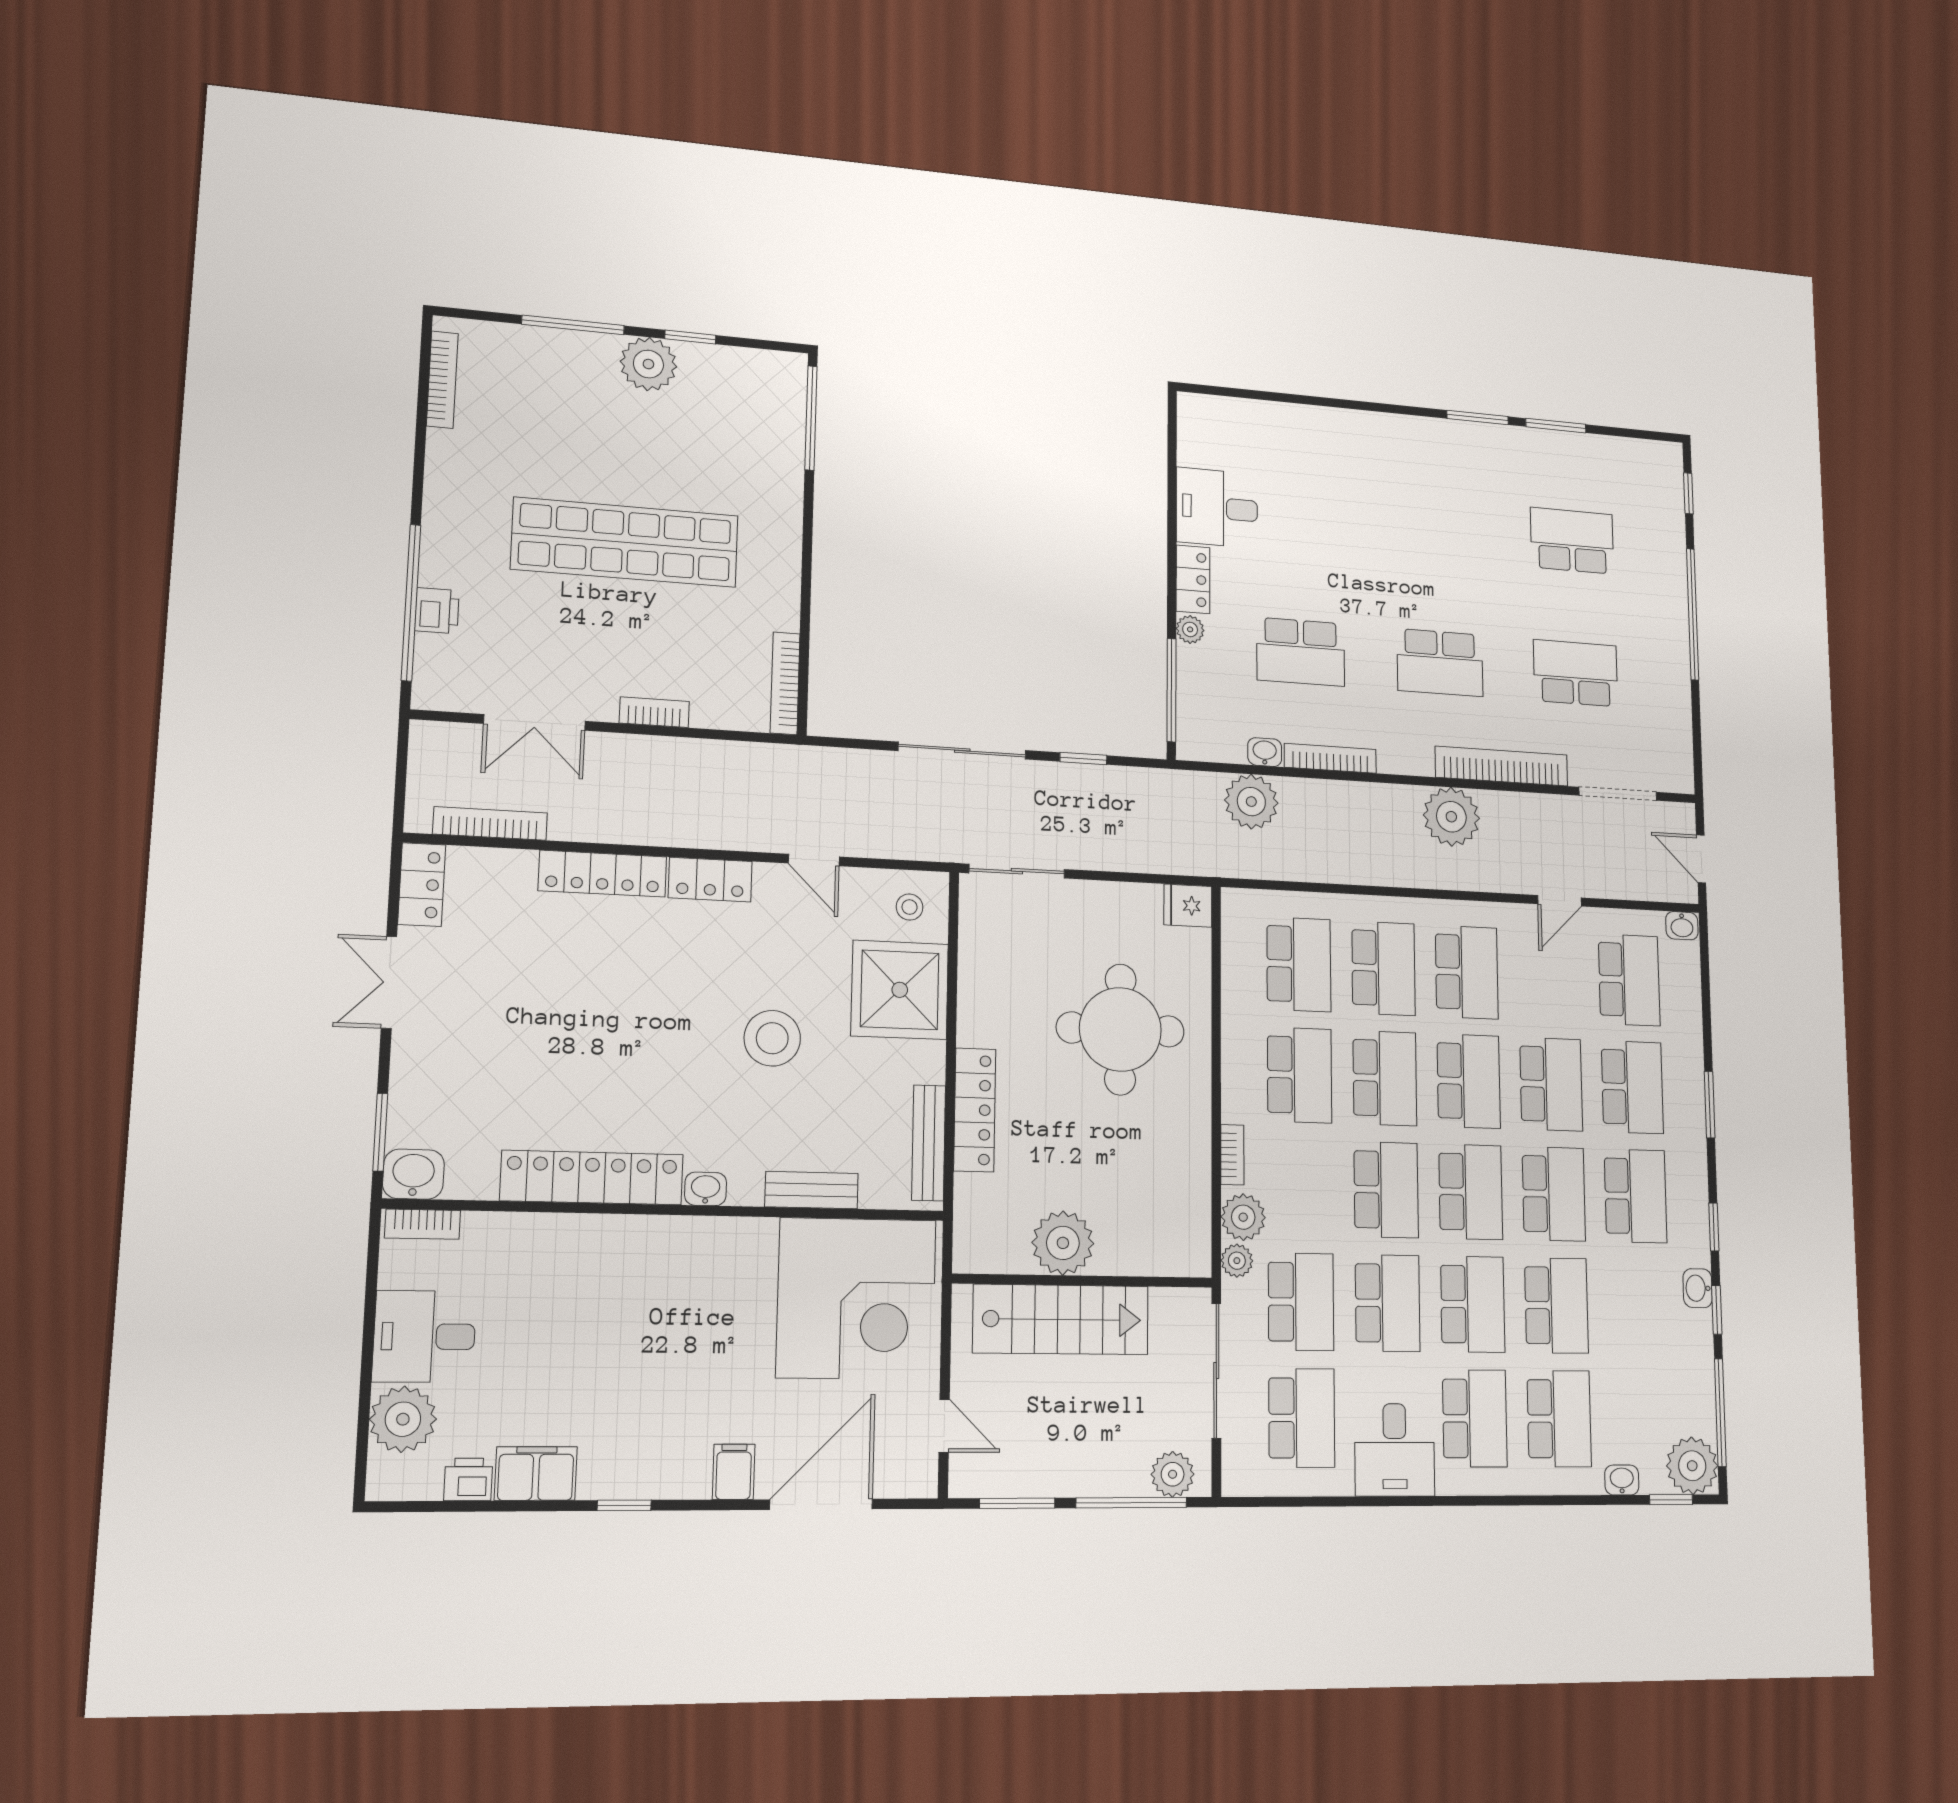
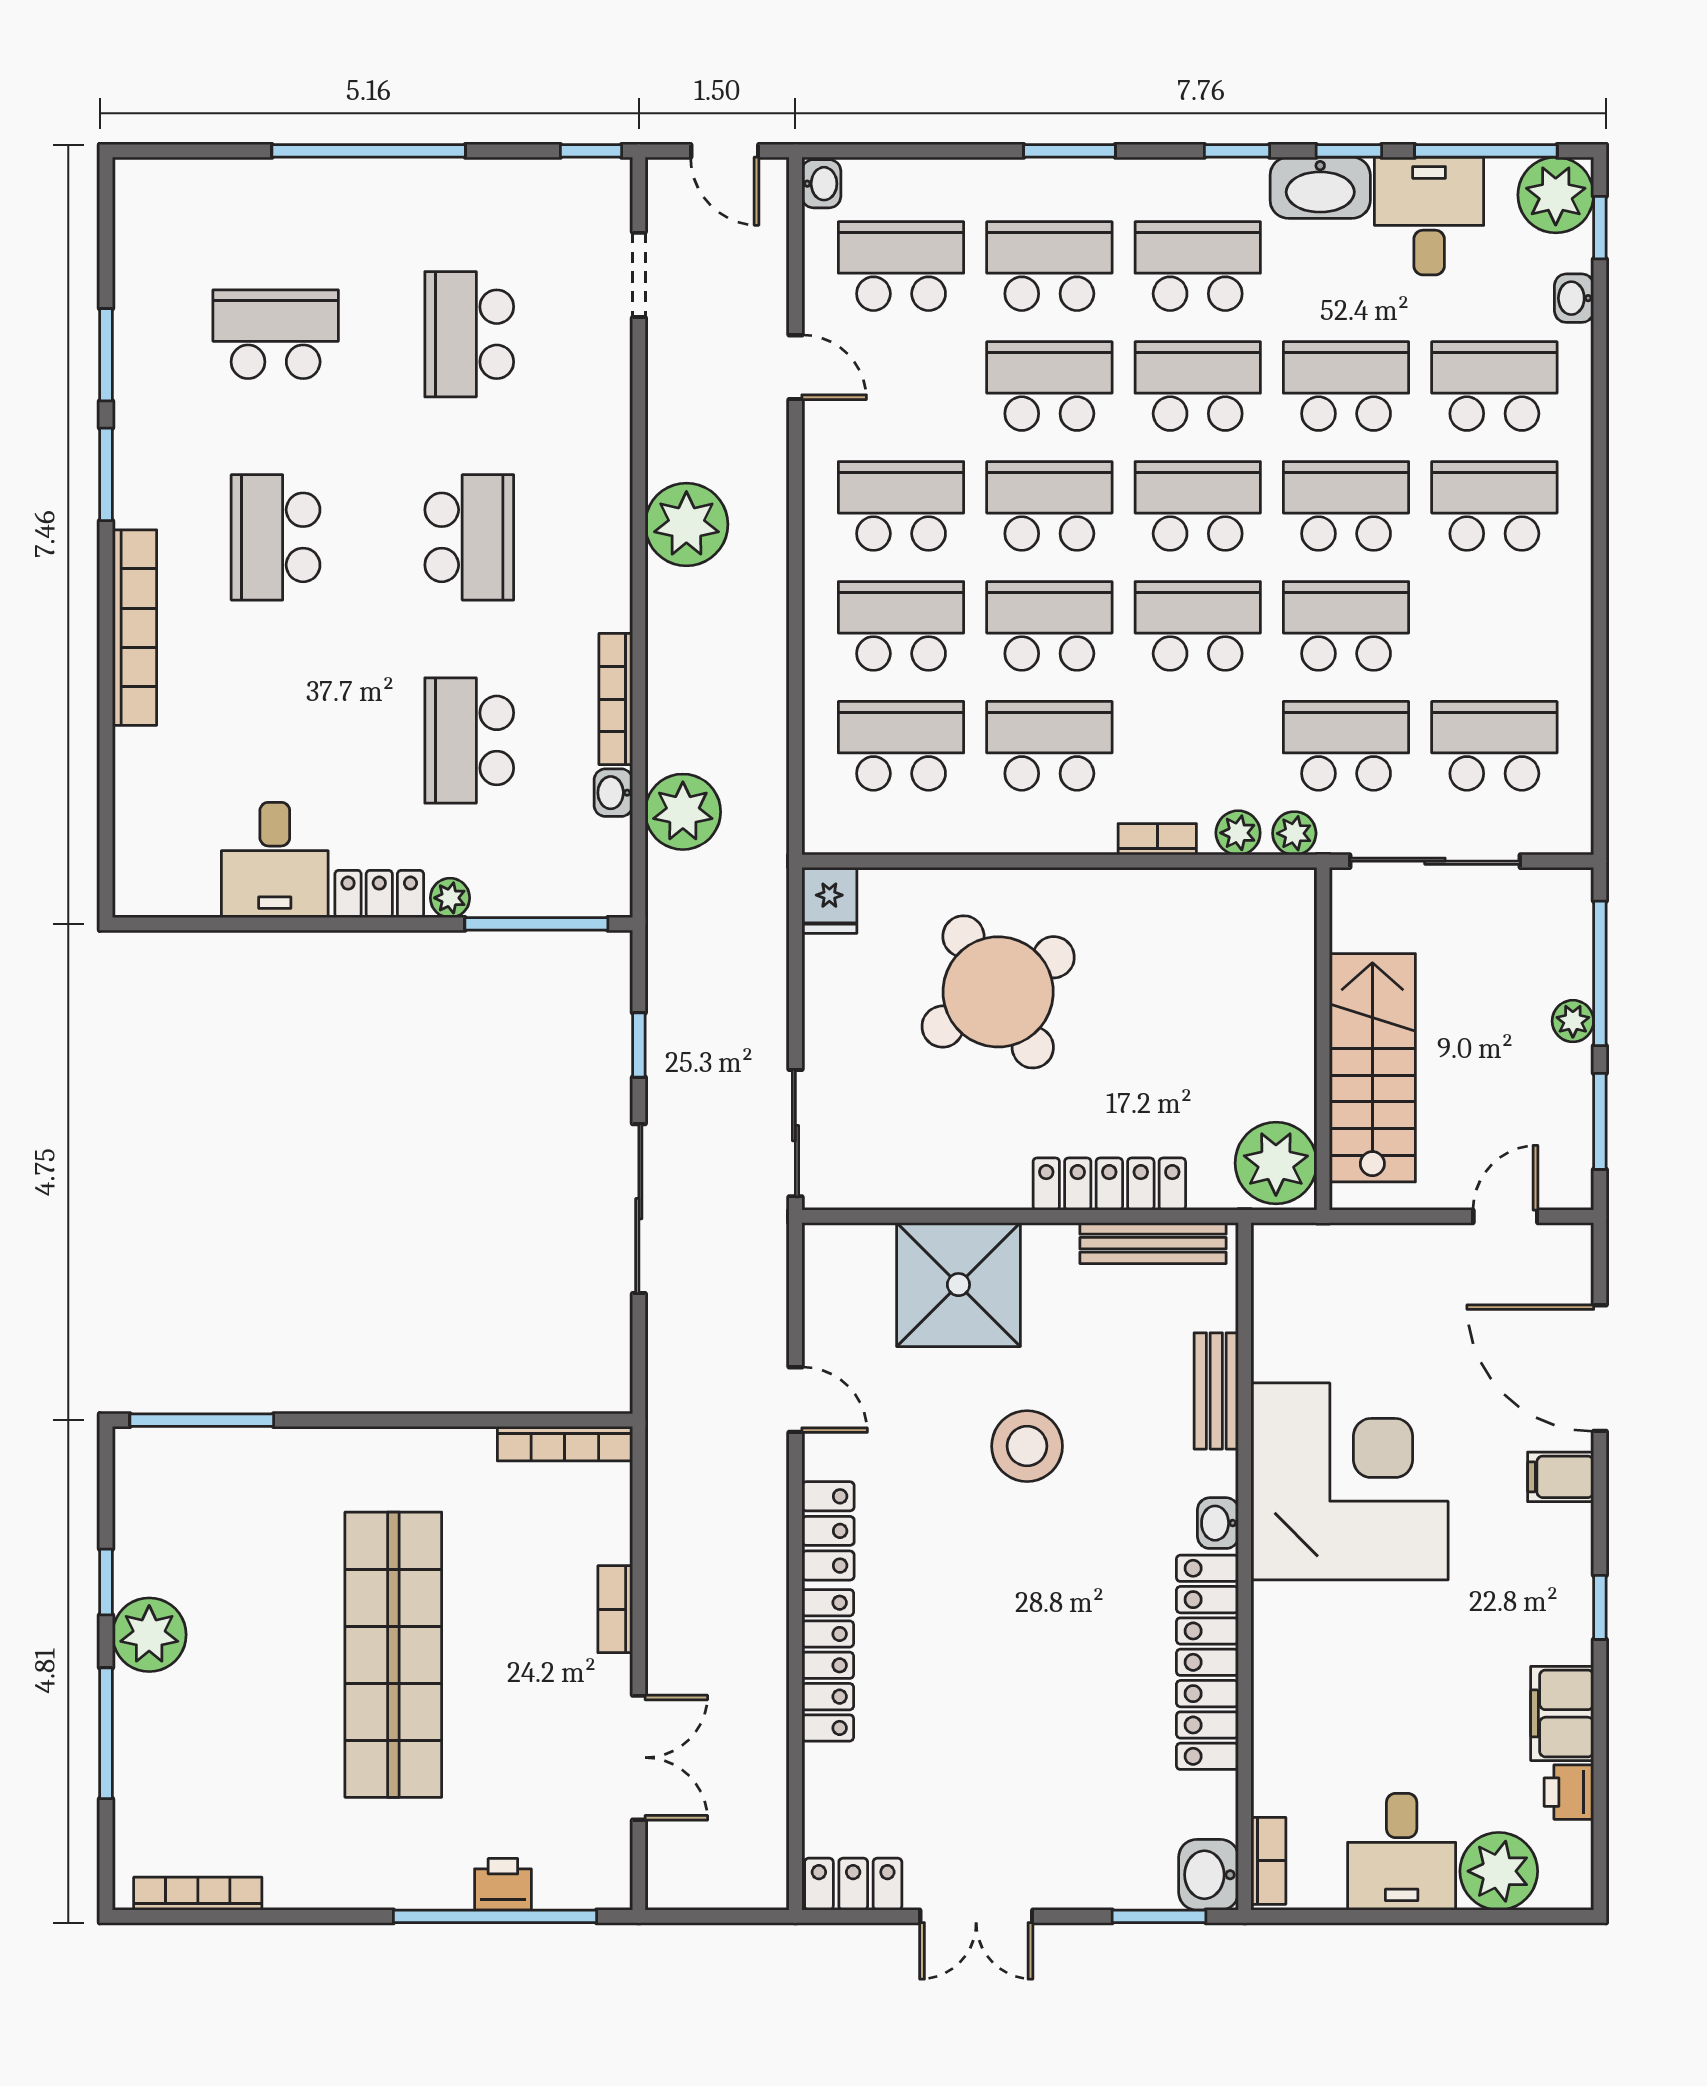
window: (1688, 493) -> (591, 151), moved
school desk: (1438, 529) -> (276, 537), added
school desk: (1572, 541) -> (276, 334), turned 90
school desk: (1301, 652) -> (469, 740), turned 180
bookcase: (1502, 766) -> (134, 628), moved, turned 180
doorway: (1618, 794) -> (639, 275), width x0.73
bookcase: (490, 823) -> (772, 1806), removed
door: (1701, 859) -> (725, 151), hinge flipped
door: (814, 860) -> (795, 1400), hinge flipped
stool: (910, 907) -> (850, 1274), removed
round table: (1120, 1029) -> (998, 992), turned -32
plant: (1243, 1217) -> (1238, 833), width x0.73, depth x0.73
plant: (1063, 1243) -> (1276, 1163), moved
washbasin: (1698, 1288) -> (1320, 188), width x1.91, depth x1.45
corner desk: (857, 1298) -> (1350, 1481), moved
desk: (1395, 1450) -> (1429, 216), moved, turned -90
plant: (1173, 1474) -> (1573, 1021), moved, width x0.73, depth x0.73

